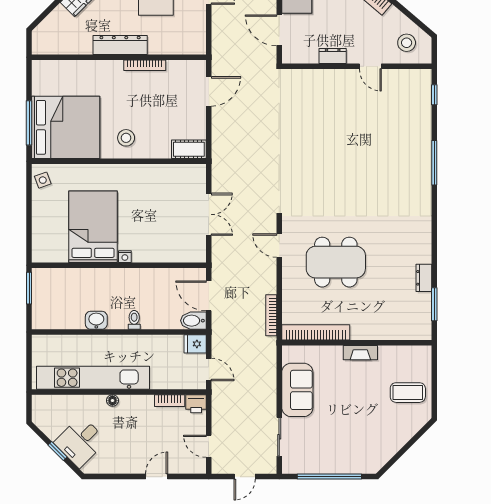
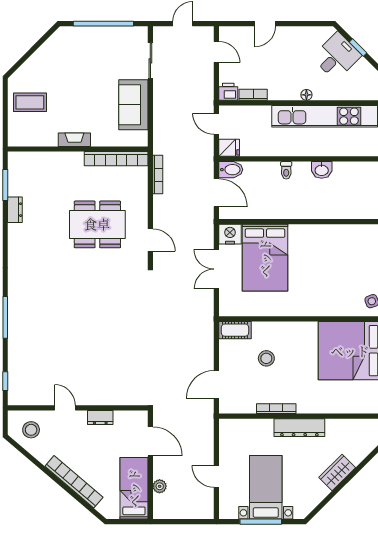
stool: (126, 138) -> (266, 358), moved
bed: (93, 227) -> (265, 258), moved
nightstand: (125, 257) -> (230, 234), moved, width x1.89, depth x1.79

